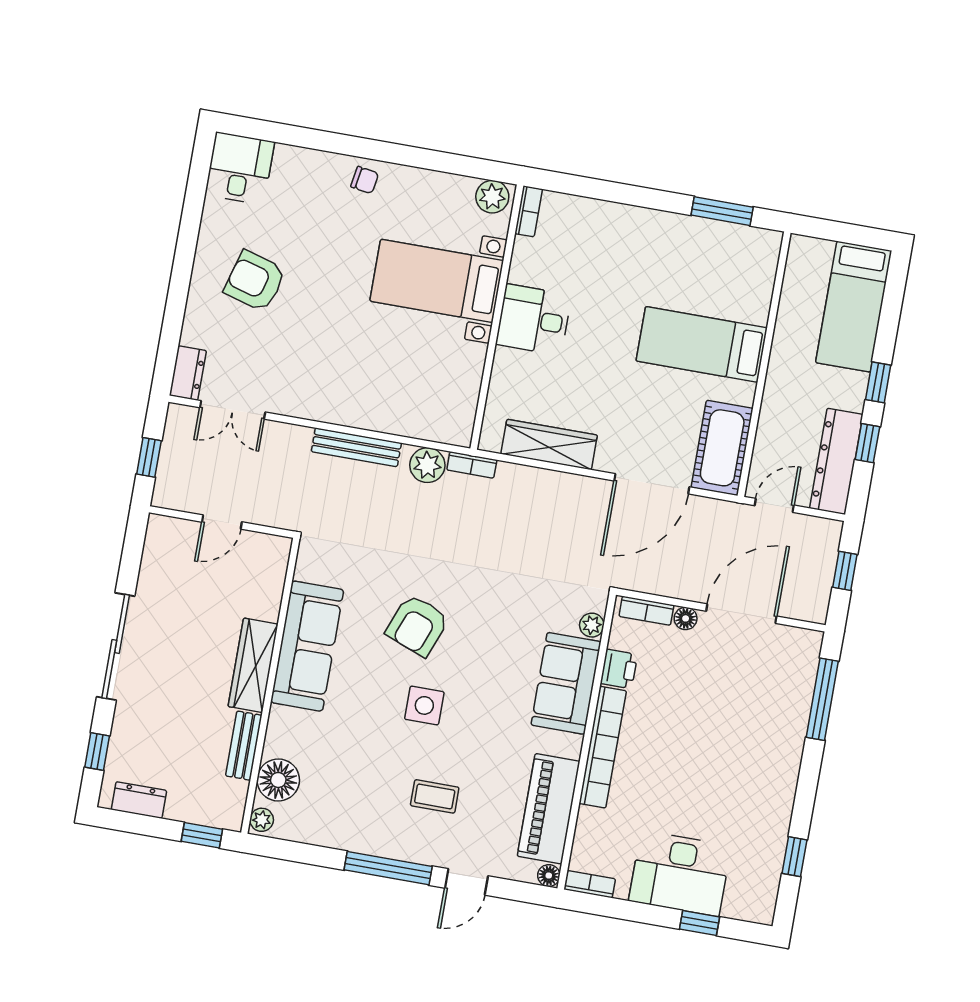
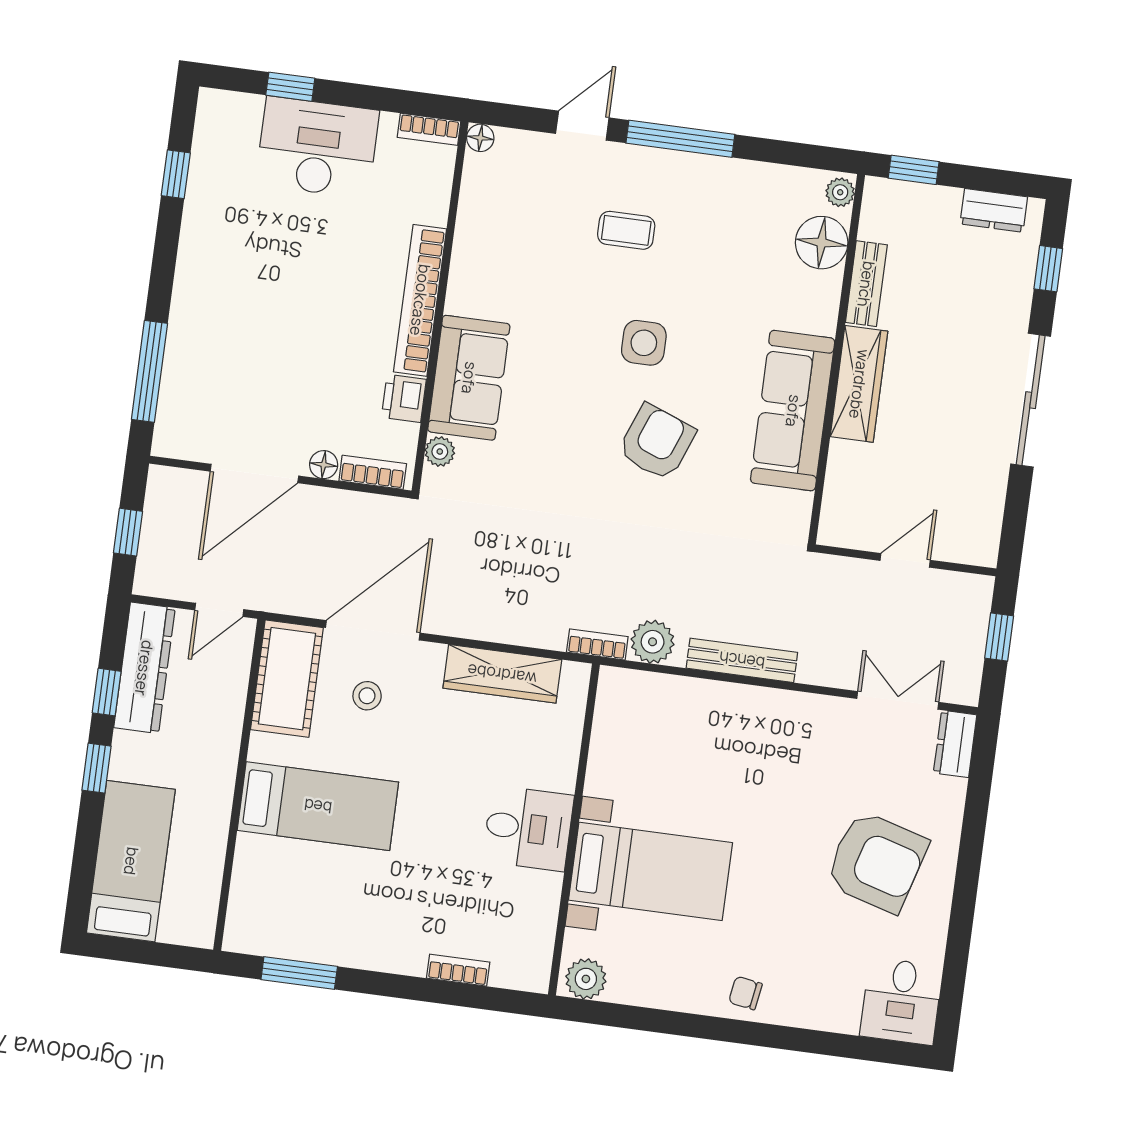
bookcase: (529, 211) -> (458, 970), moved, turned 90
armchair: (255, 281) -> (876, 862), width x1.36, depth x1.36
stool: (658, 431) -> (367, 696), added
piano: (549, 809) -> (484, 221), removed

